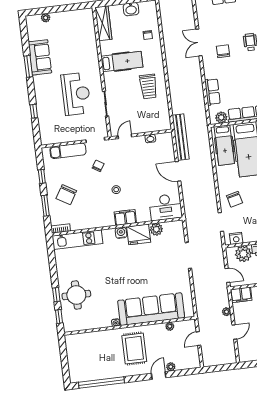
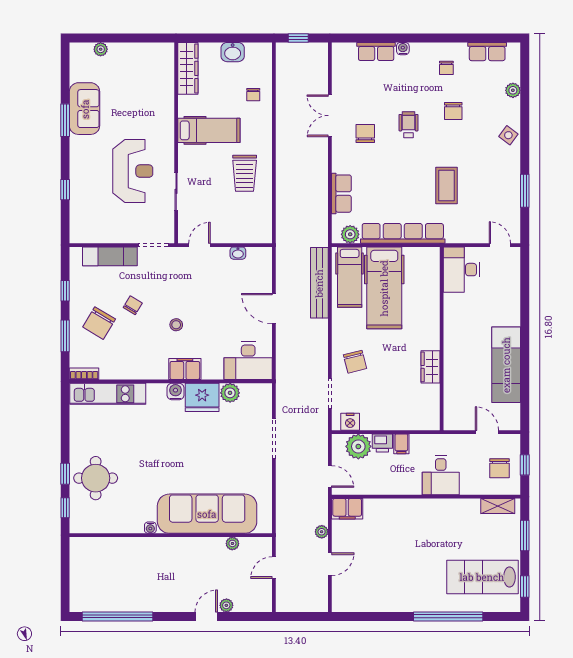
bench: (181, 137) -> (319, 283), moved
chair: (98, 166) -> (133, 305), moved
rug: (134, 349) -> (174, 571), removed

